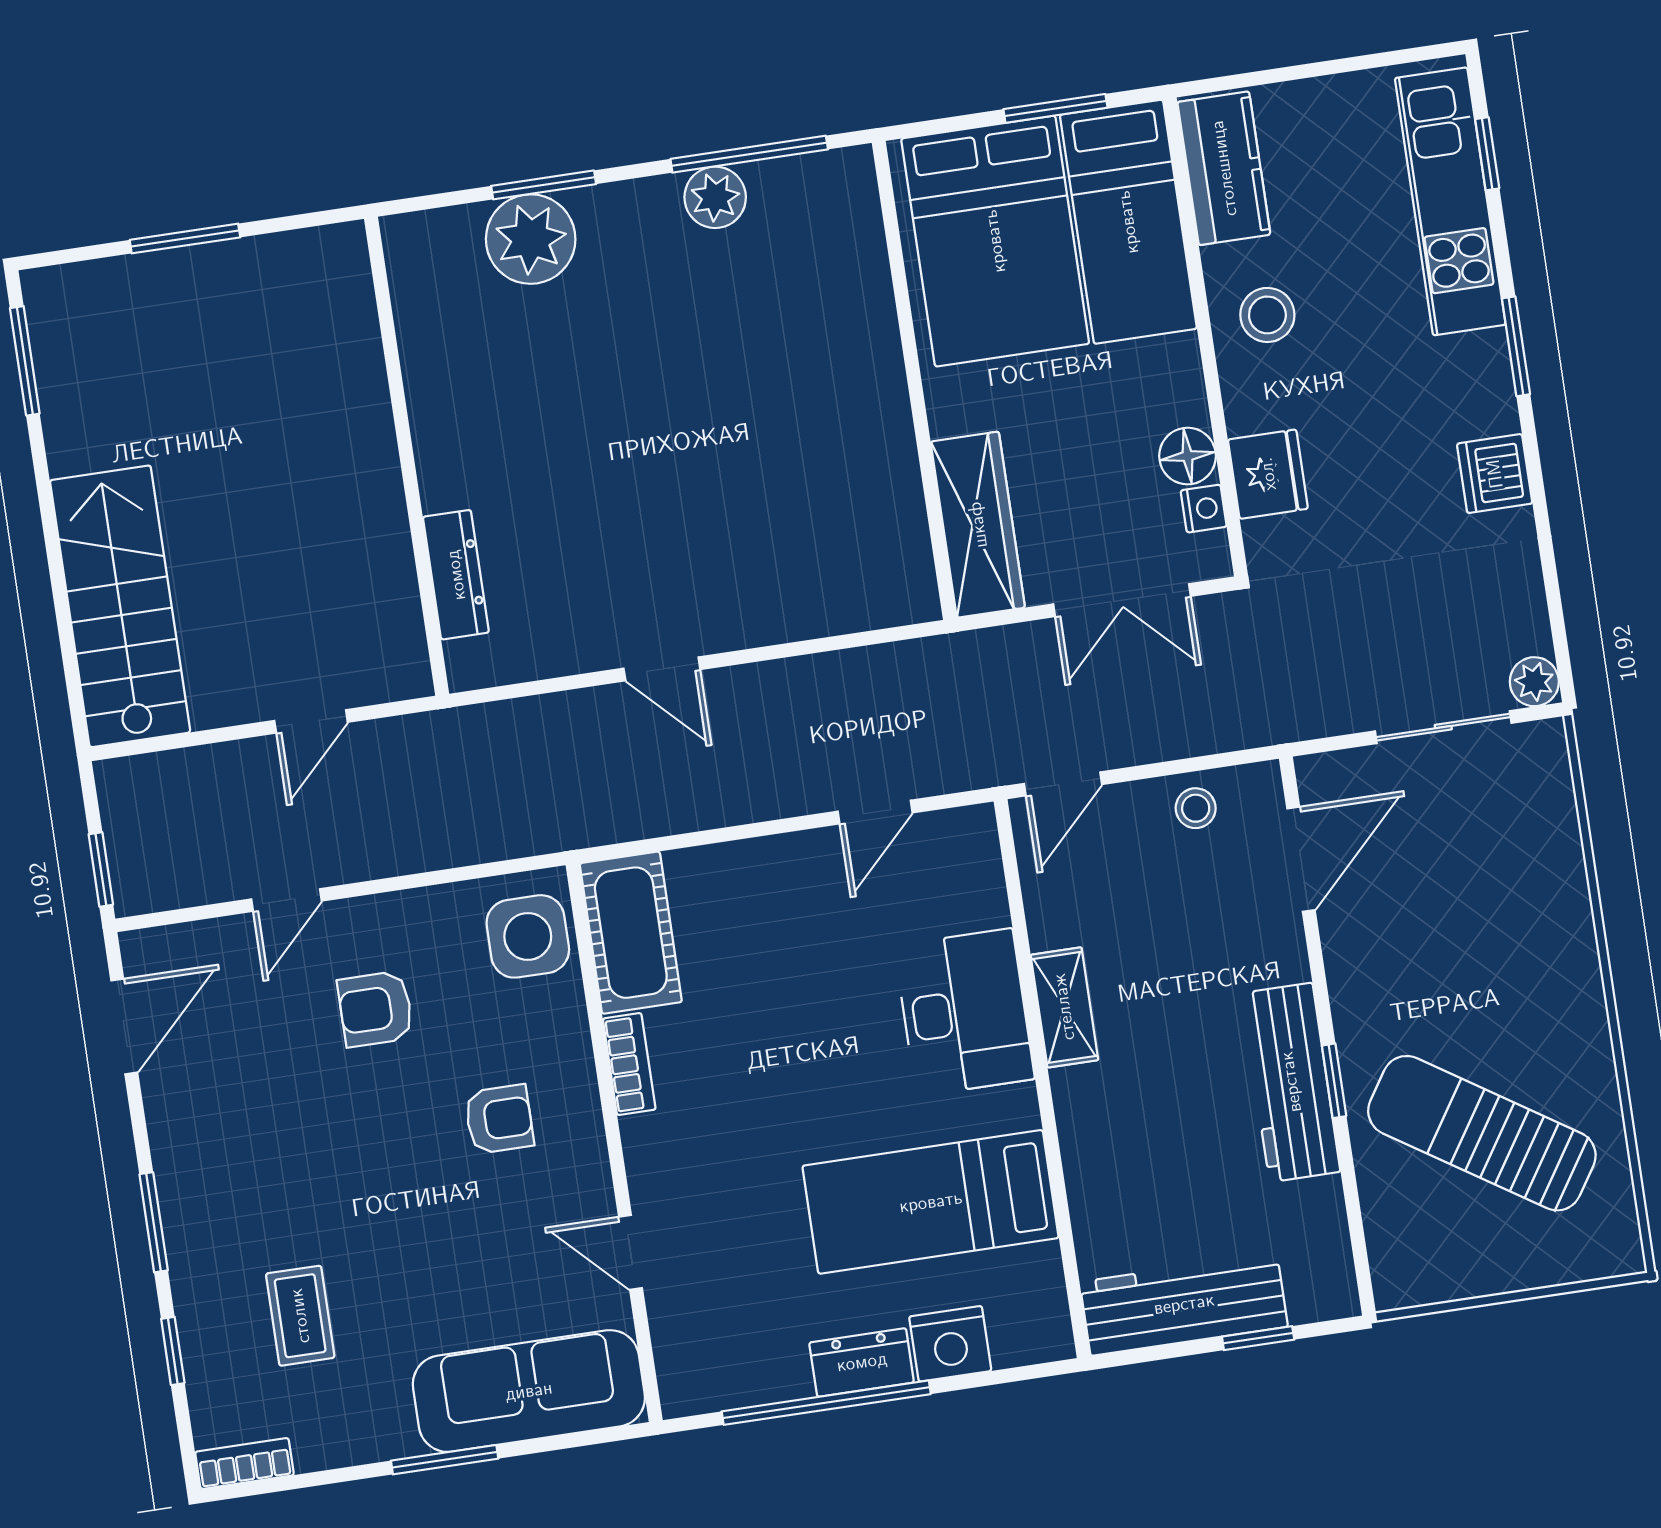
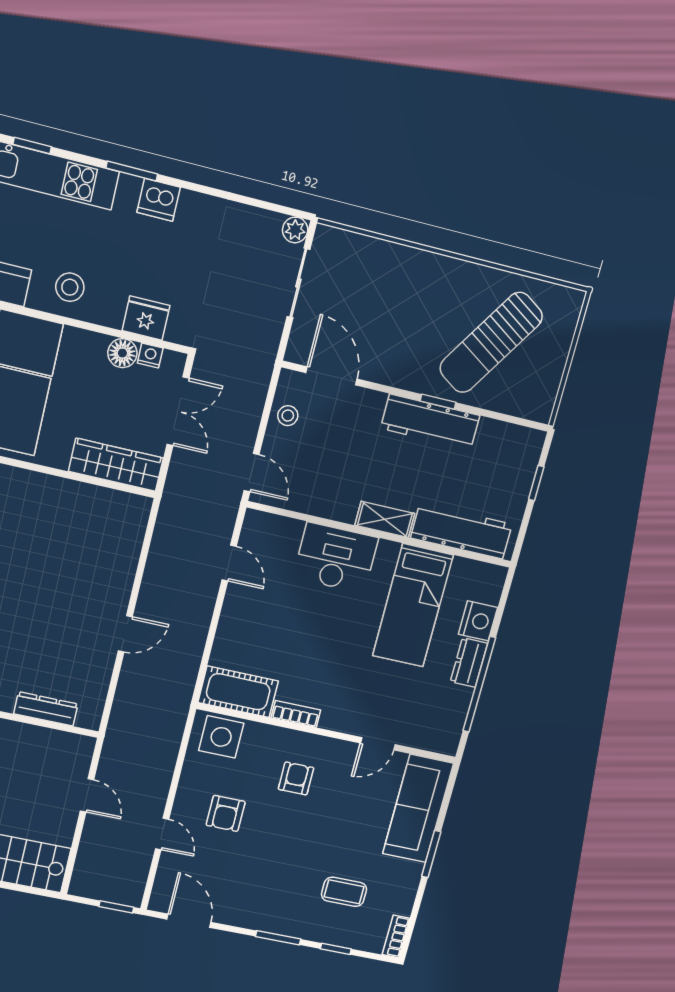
dishwasher: (1495, 474) -> (159, 200), moved
shelving: (1064, 1007) -> (385, 519), moved
workbench: (1184, 1304) -> (461, 531), moved, turned 90

